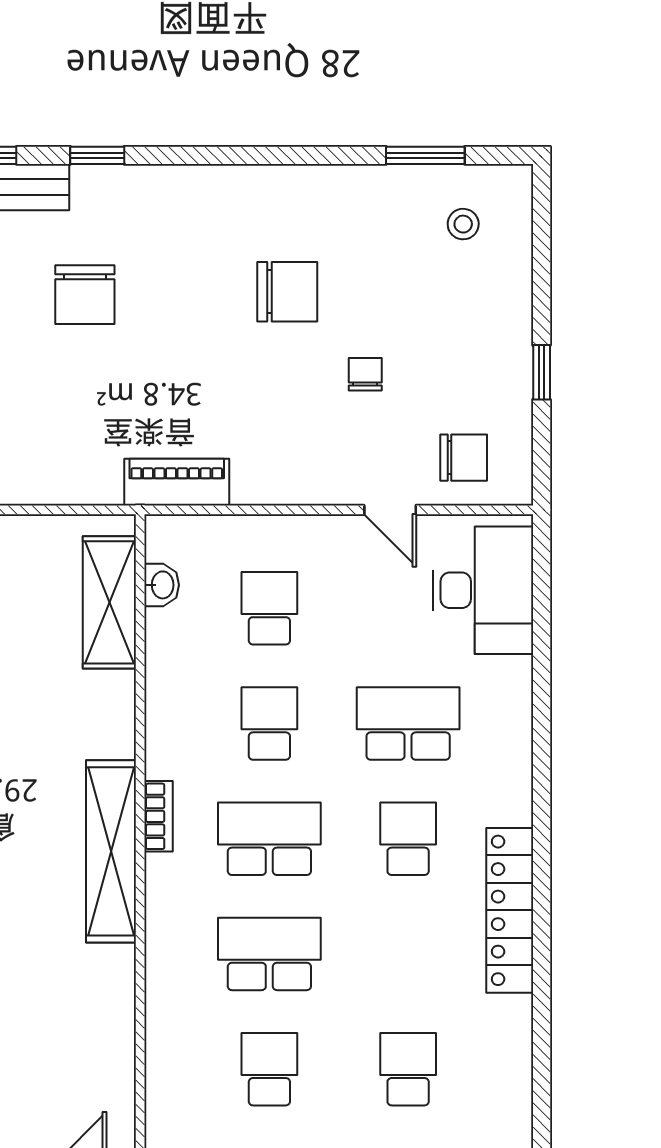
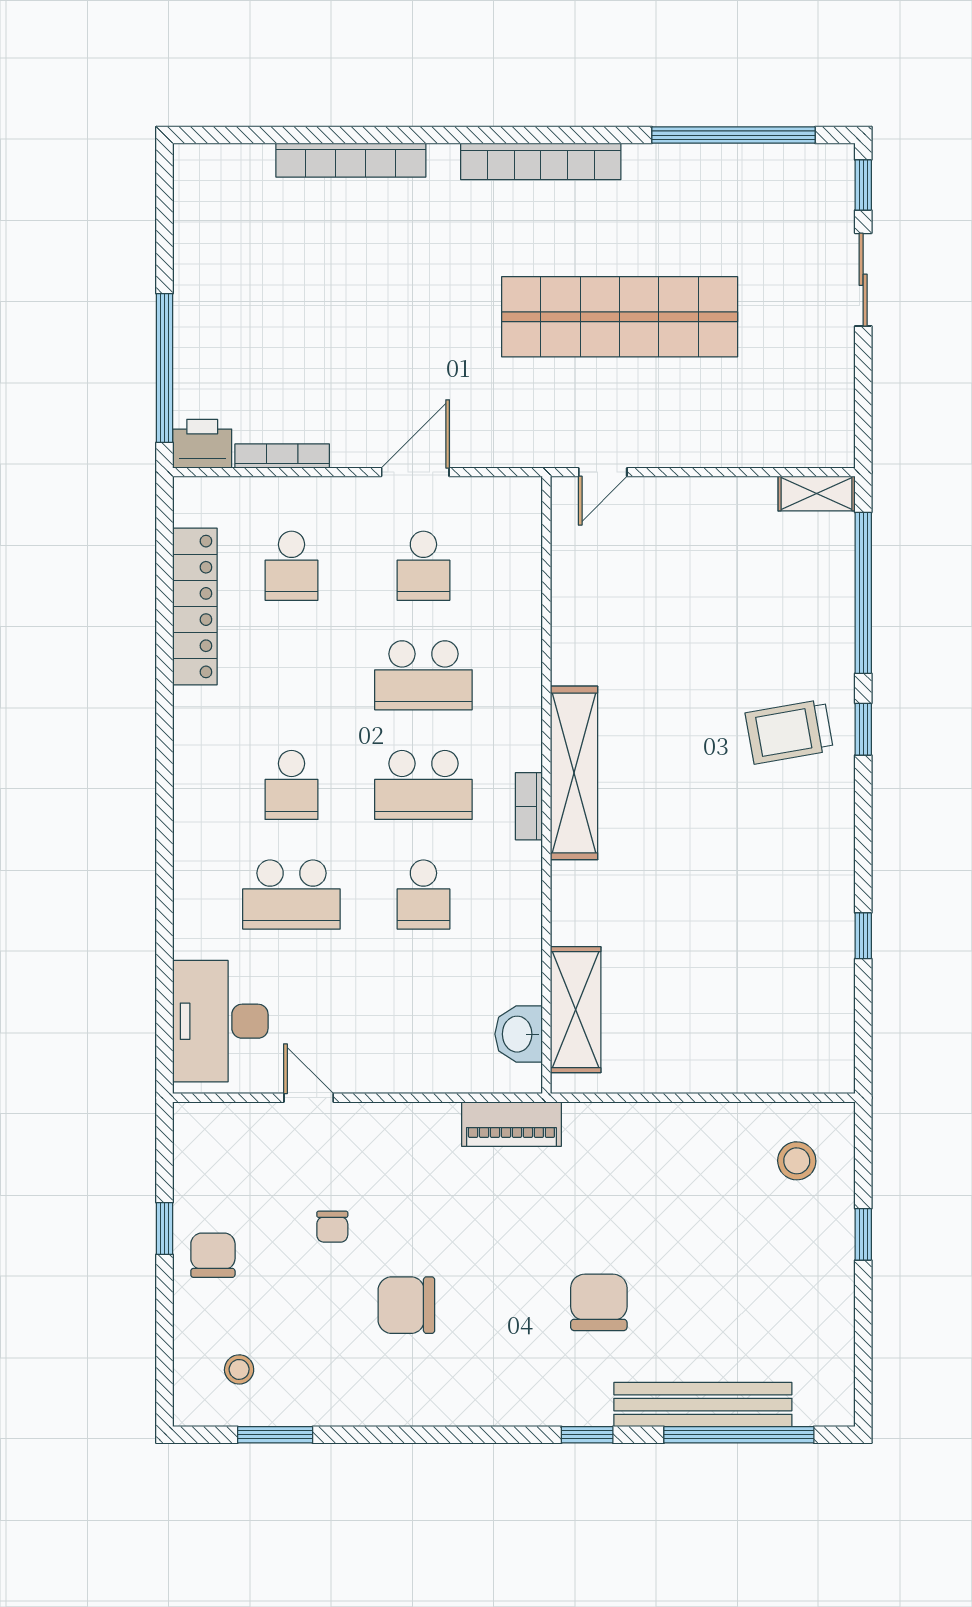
chair: (464, 458) -> (213, 1255), moved, turned 90
washbasin: (162, 585) -> (519, 1034), width x1.38, depth x1.45
school desk: (269, 608) -> (423, 1004), removed
locker: (510, 910) -> (195, 606), moved

